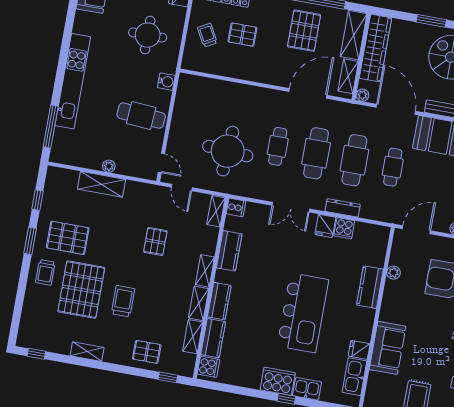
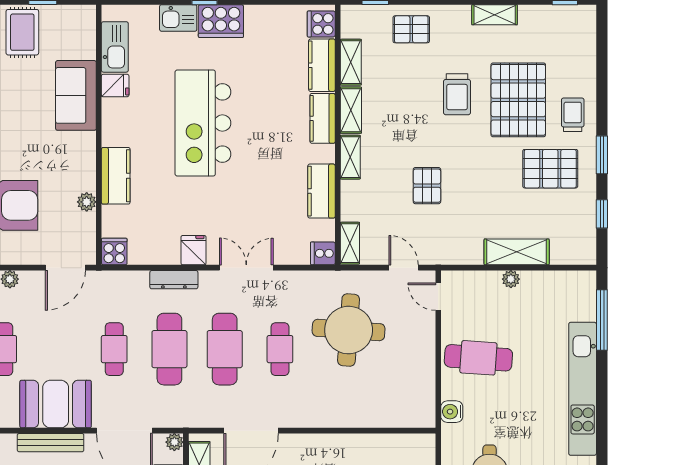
cooker: (344, 228) -> (114, 252), moved

